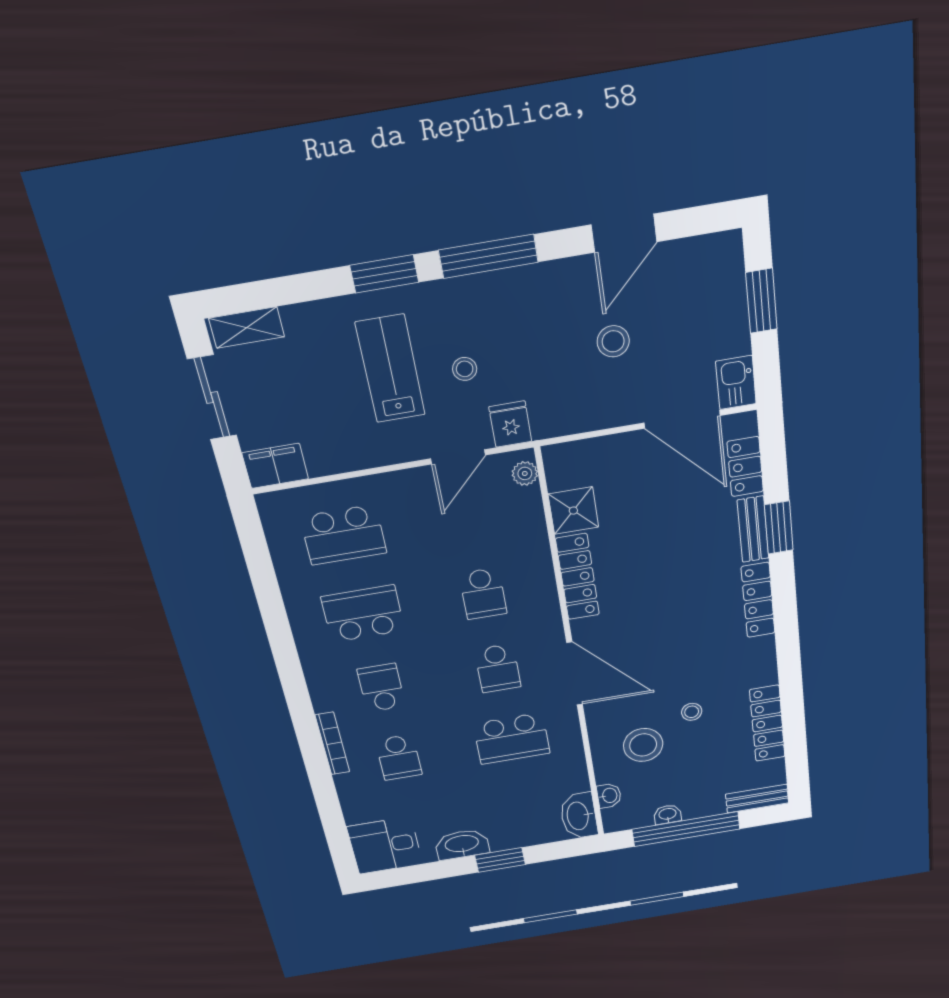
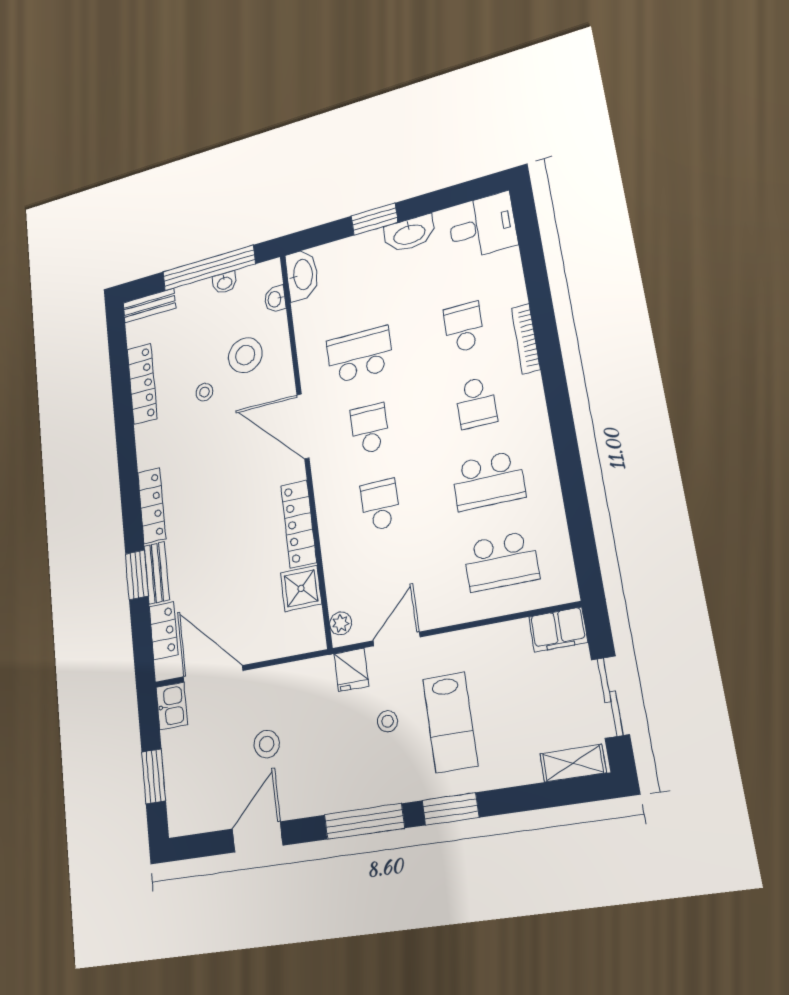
school desk: (343, 535) -> (501, 561), turned 180

